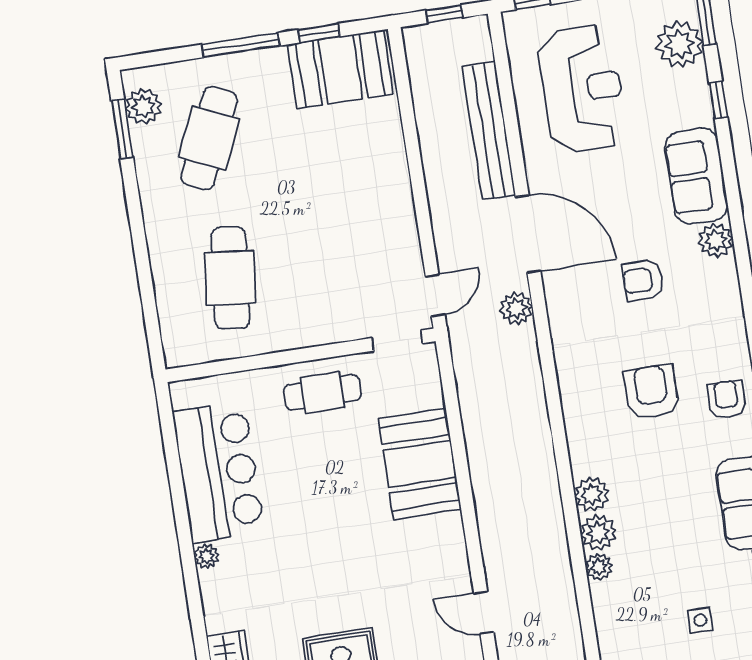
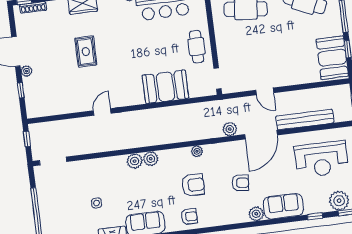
armchair: (643, 280) -> (240, 183), turned 97
door: (435, 295) -> (265, 91), moved
plant: (599, 567) -> (197, 151), moved

